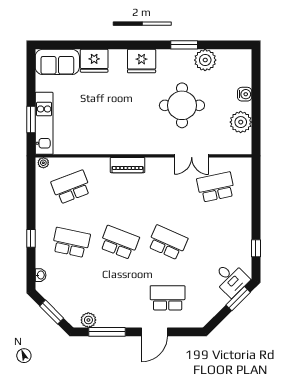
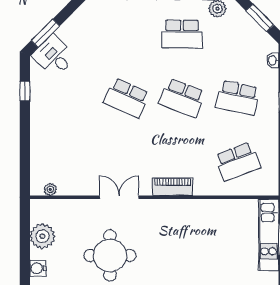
double door: (192, 156) -> (119, 197), moved
plant: (43, 163) -> (50, 189), moved
school desk: (216, 187) -> (71, 161), removed
school desk: (168, 298) -> (182, 34), moved

